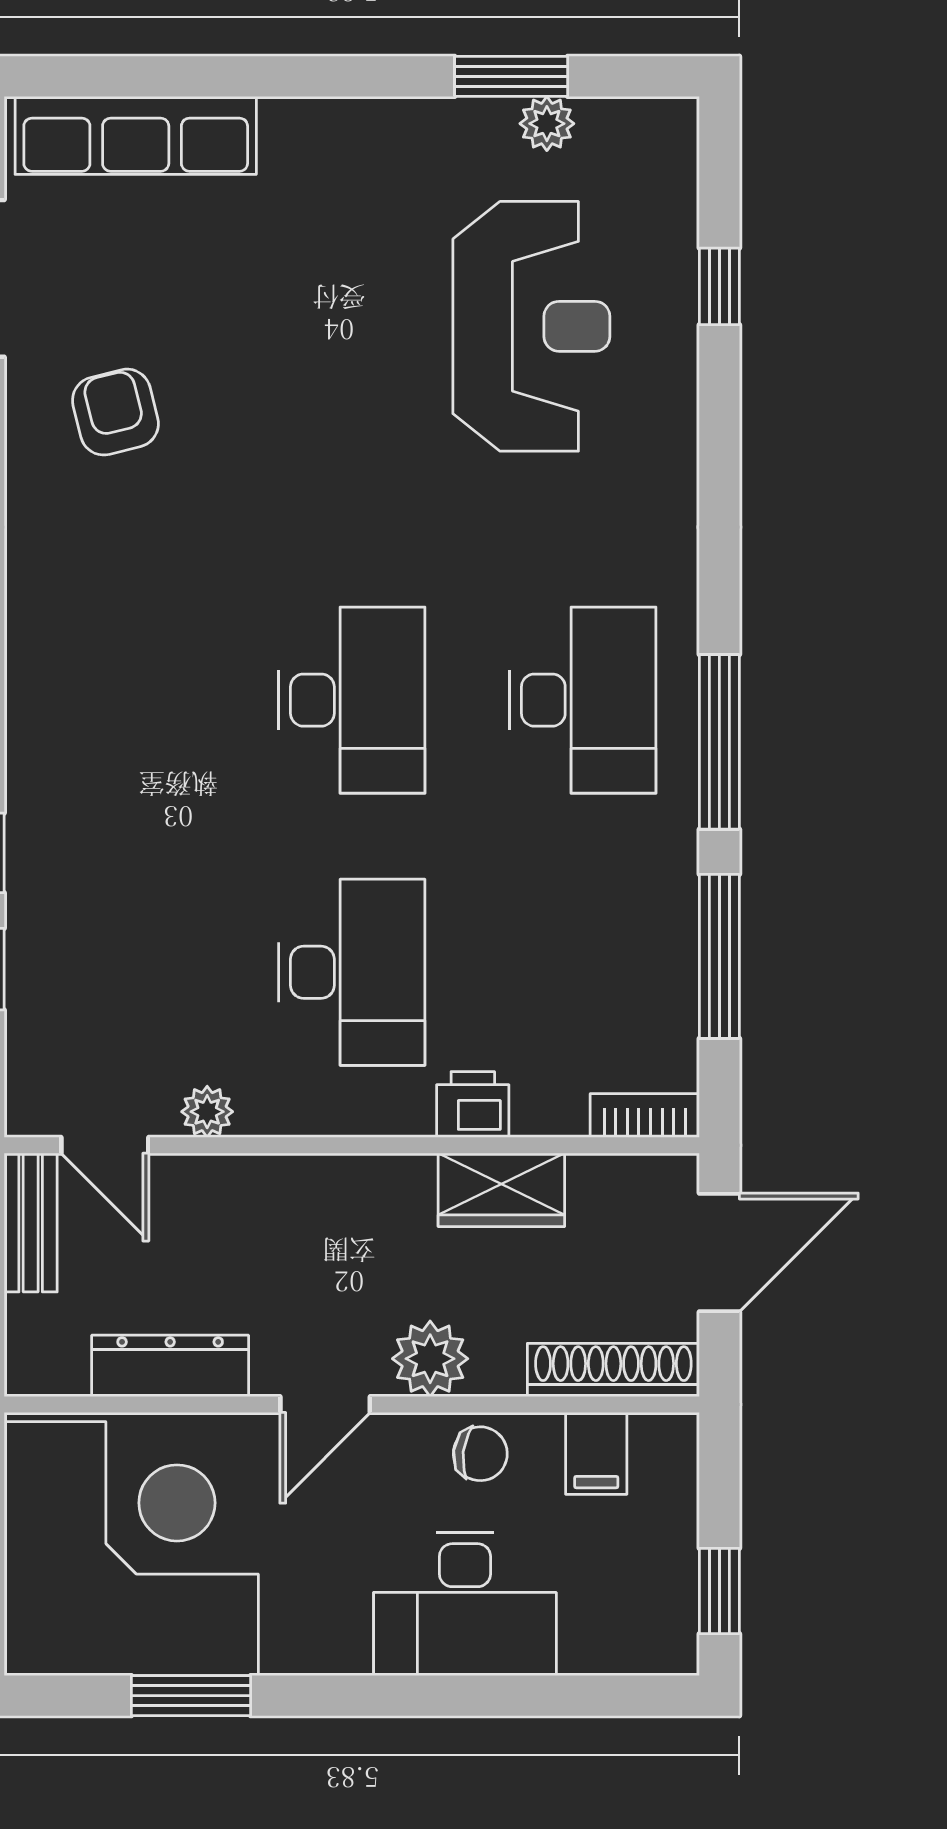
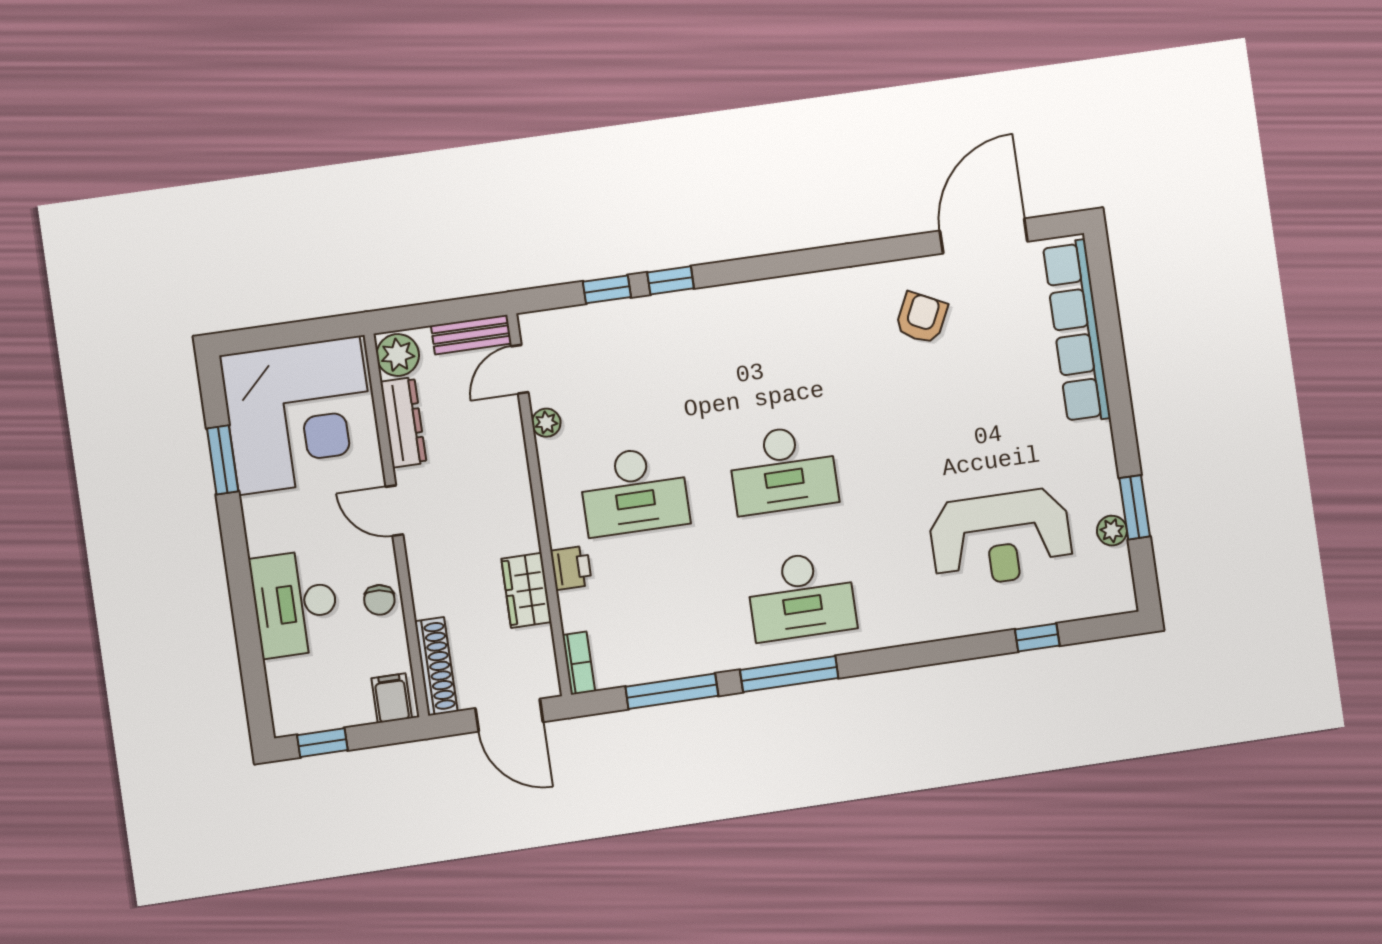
row of seats: (136, 135) -> (1077, 332), width x1.36
armchair: (115, 412) -> (921, 318), turned -50
plant: (430, 1359) -> (398, 355), moved
filing cabinet: (596, 1453) -> (392, 698), moved, turned 90

